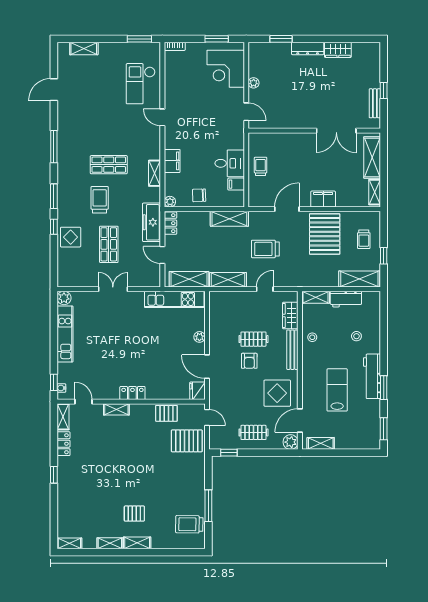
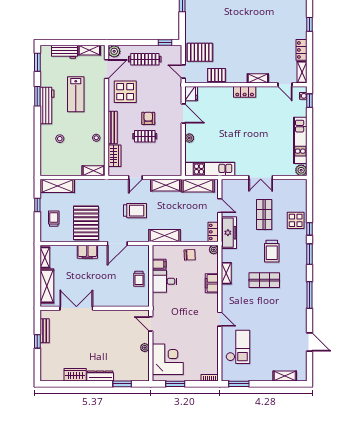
door: (54, 90) -> (310, 342), hinge flipped
workbench: (346, 299) -> (64, 52), moved, turned 180
clothes rail: (253, 432) -> (145, 59), width x1.36

